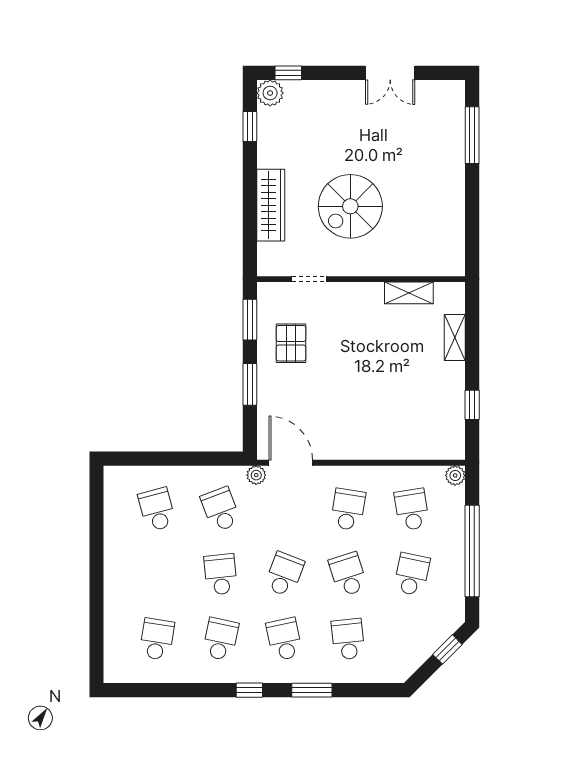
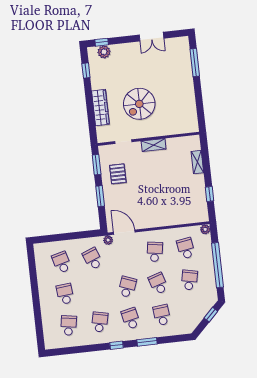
plant: (270, 93) -> (104, 52), moved
shelving: (409, 293) -> (154, 145), moved
school desk: (221, 574) -> (65, 294), moved

